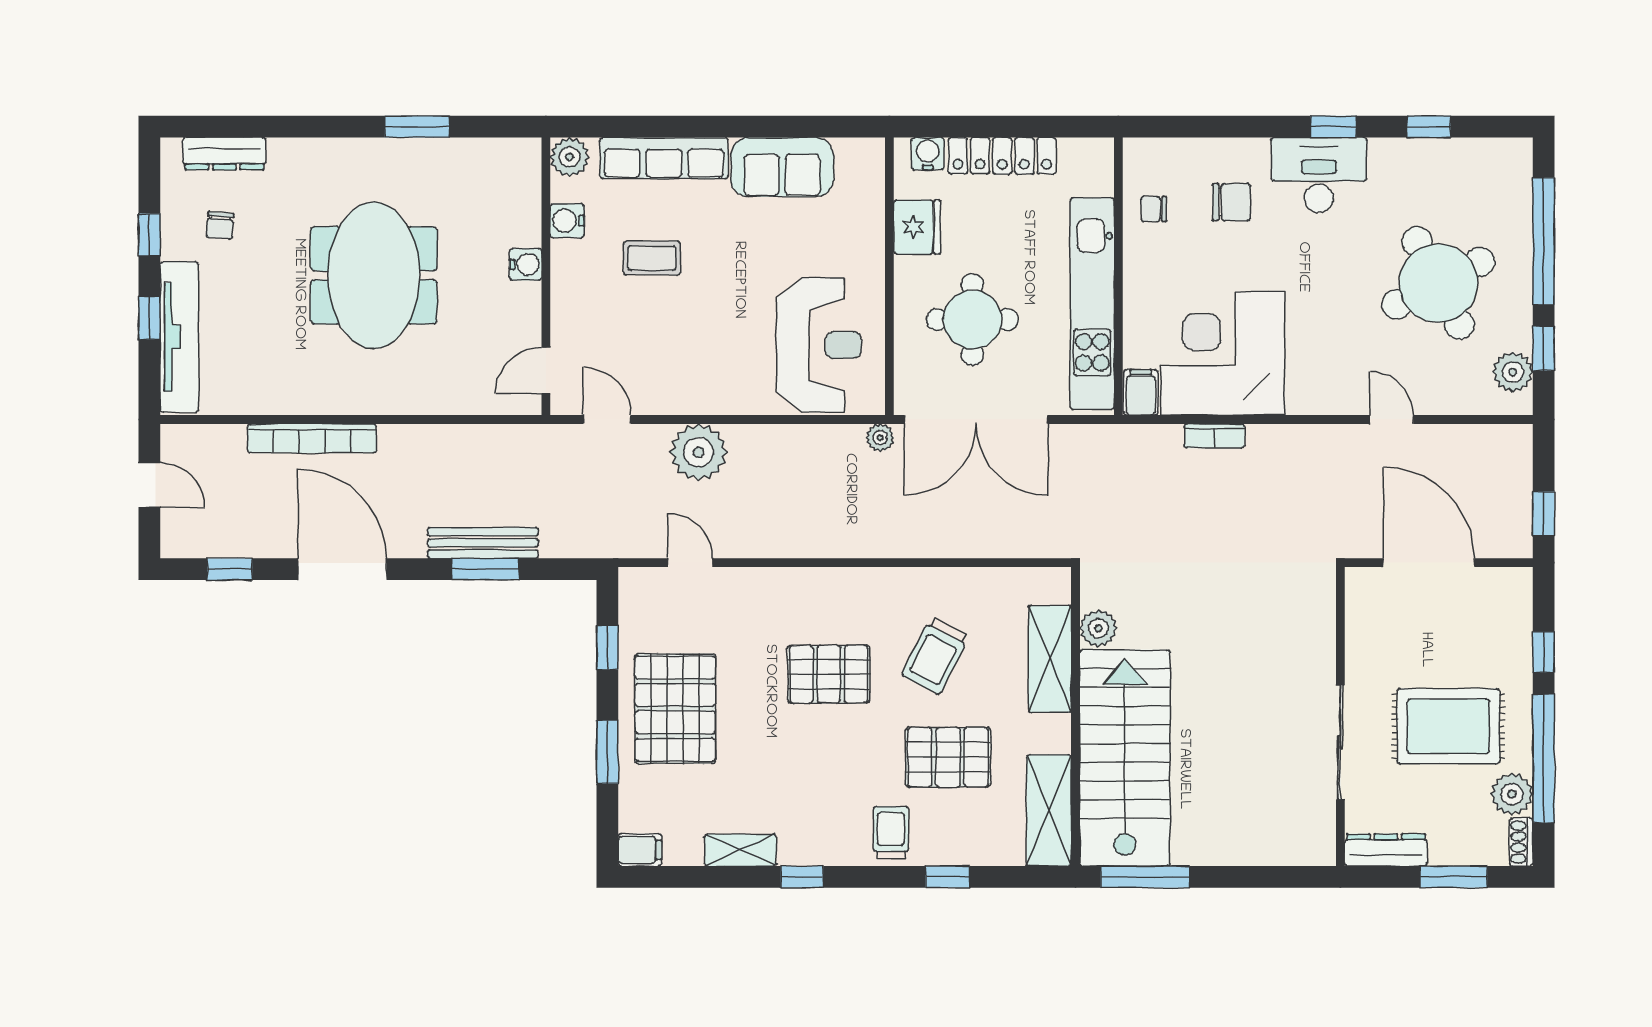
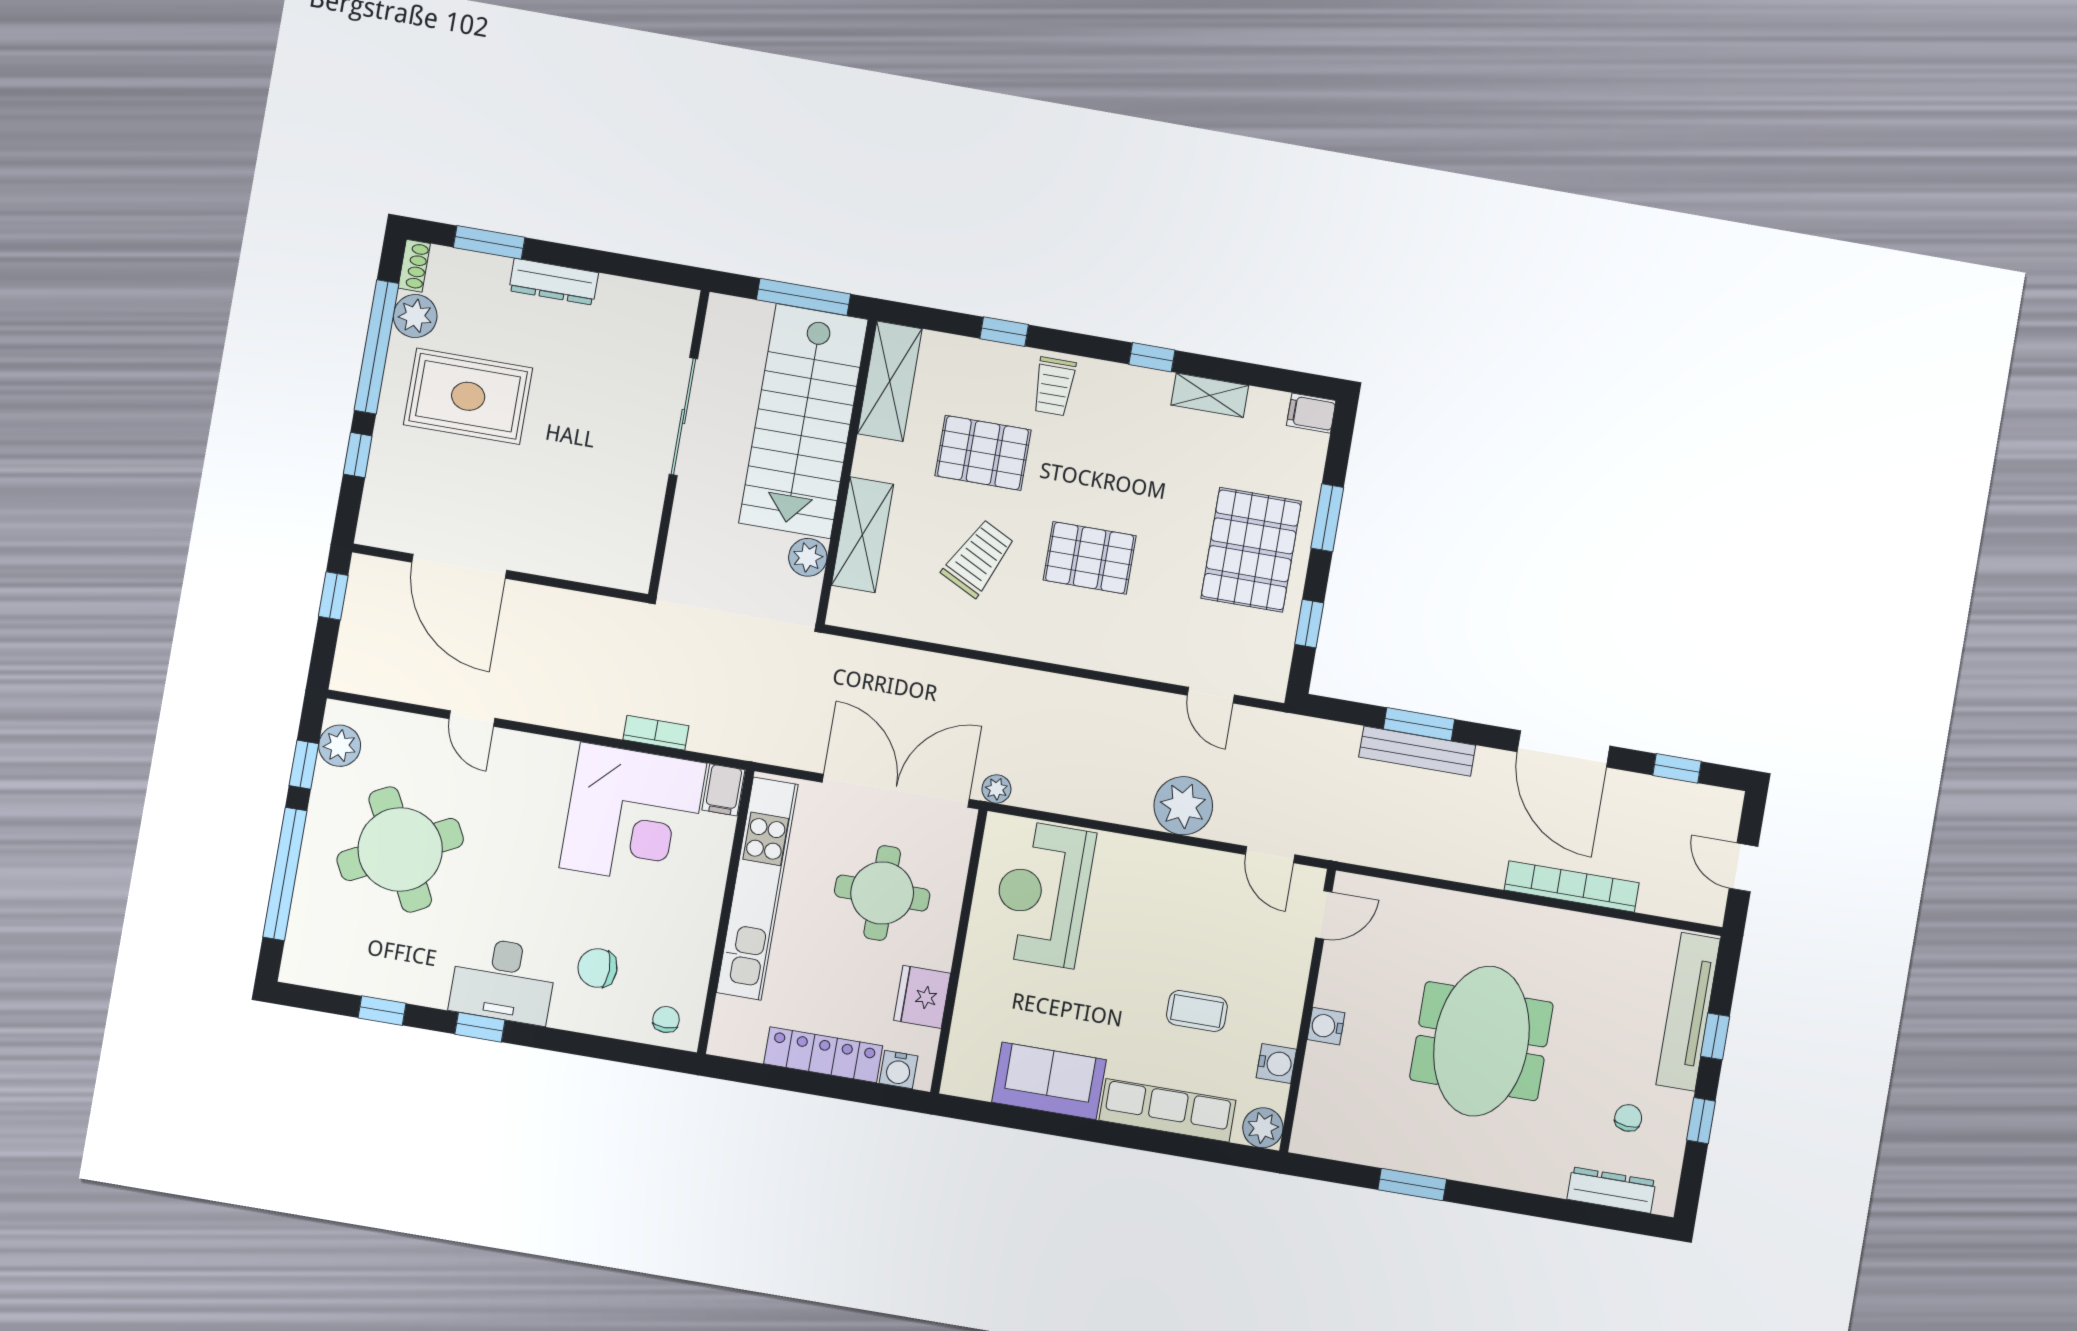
chair: (1154, 209) -> (666, 1019), moved, turned -90
wall: (1340, 717) -> (679, 443), moved
sliding door: (1340, 742) -> (683, 417), moved

